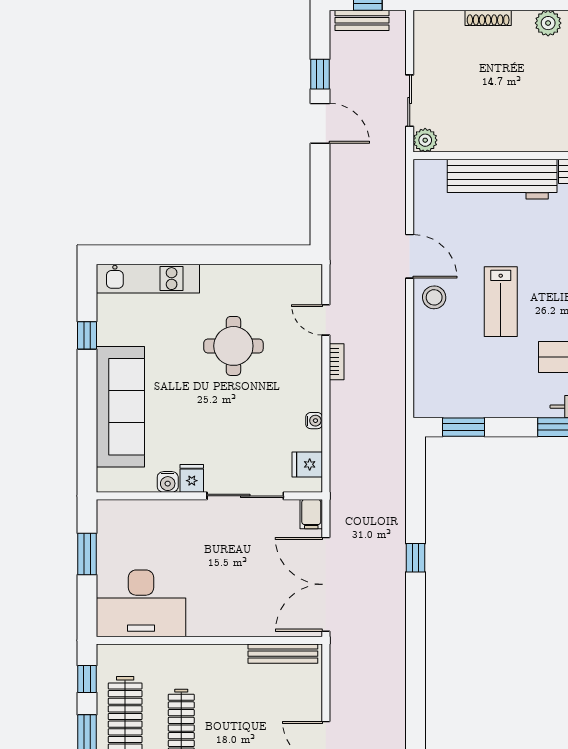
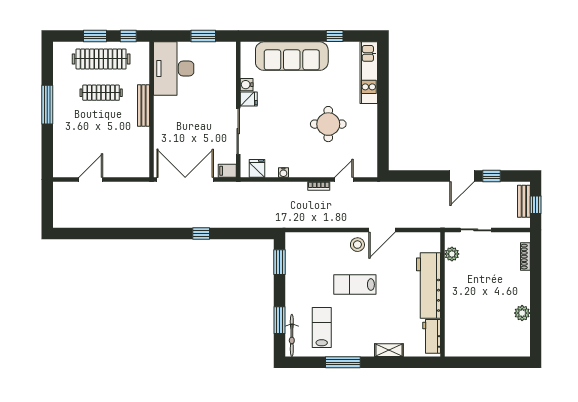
shoe rack: (488, 18) -> (525, 257), moved
plant: (425, 140) -> (452, 254), moved
bench: (283, 654) -> (144, 106), moved

